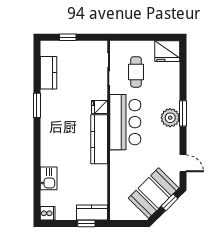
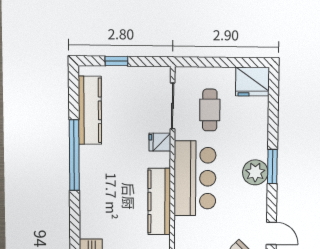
kitchen counter: (48, 73) -> (90, 110), width x1.50
window: (37, 105) -> (74, 155), width x2.11
fridge: (99, 107) -> (160, 142), moved

